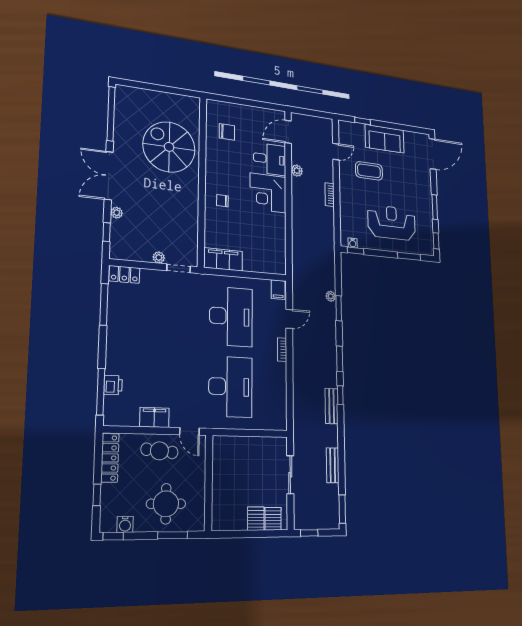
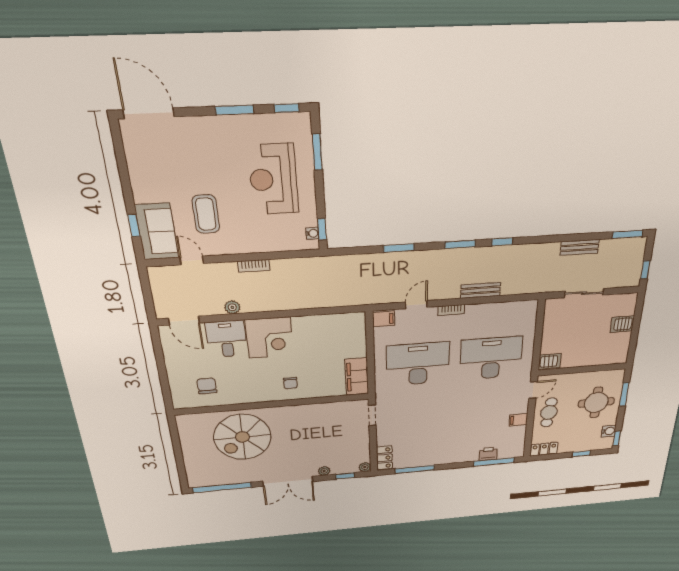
sofa: (385, 139) -> (157, 232), moved
plant: (159, 257) -> (365, 467), moved
plant: (331, 296) -> (385, 258), removed
door: (289, 319) -> (416, 305), hinge flipped
bench: (332, 406) -> (481, 290), moved
filing cabinet: (154, 417) -> (518, 420), width x0.50
locker: (110, 458) -> (544, 449), width x0.66
server rack: (273, 519) -> (550, 361), moved, turned 180

